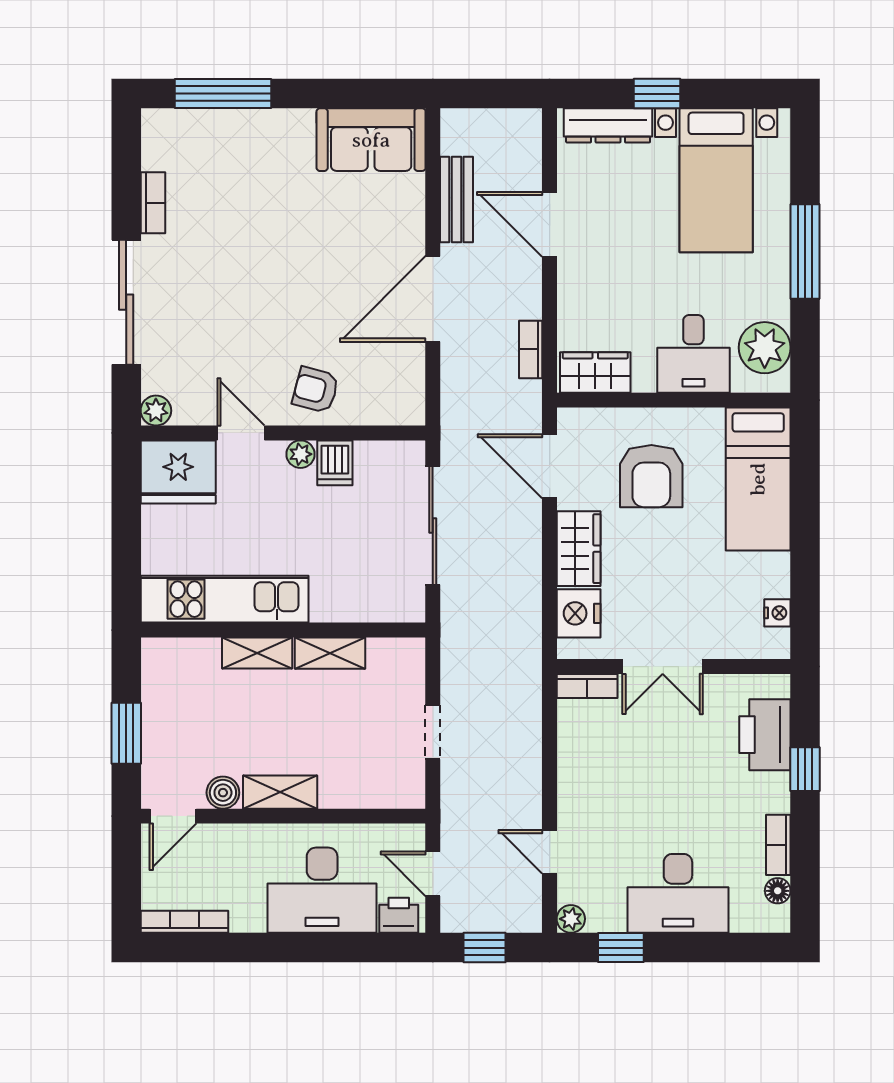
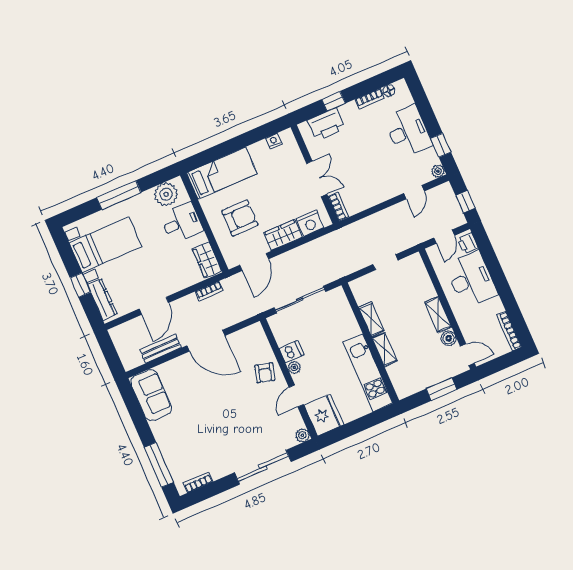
bookcase: (153, 203) -> (198, 482), moved

